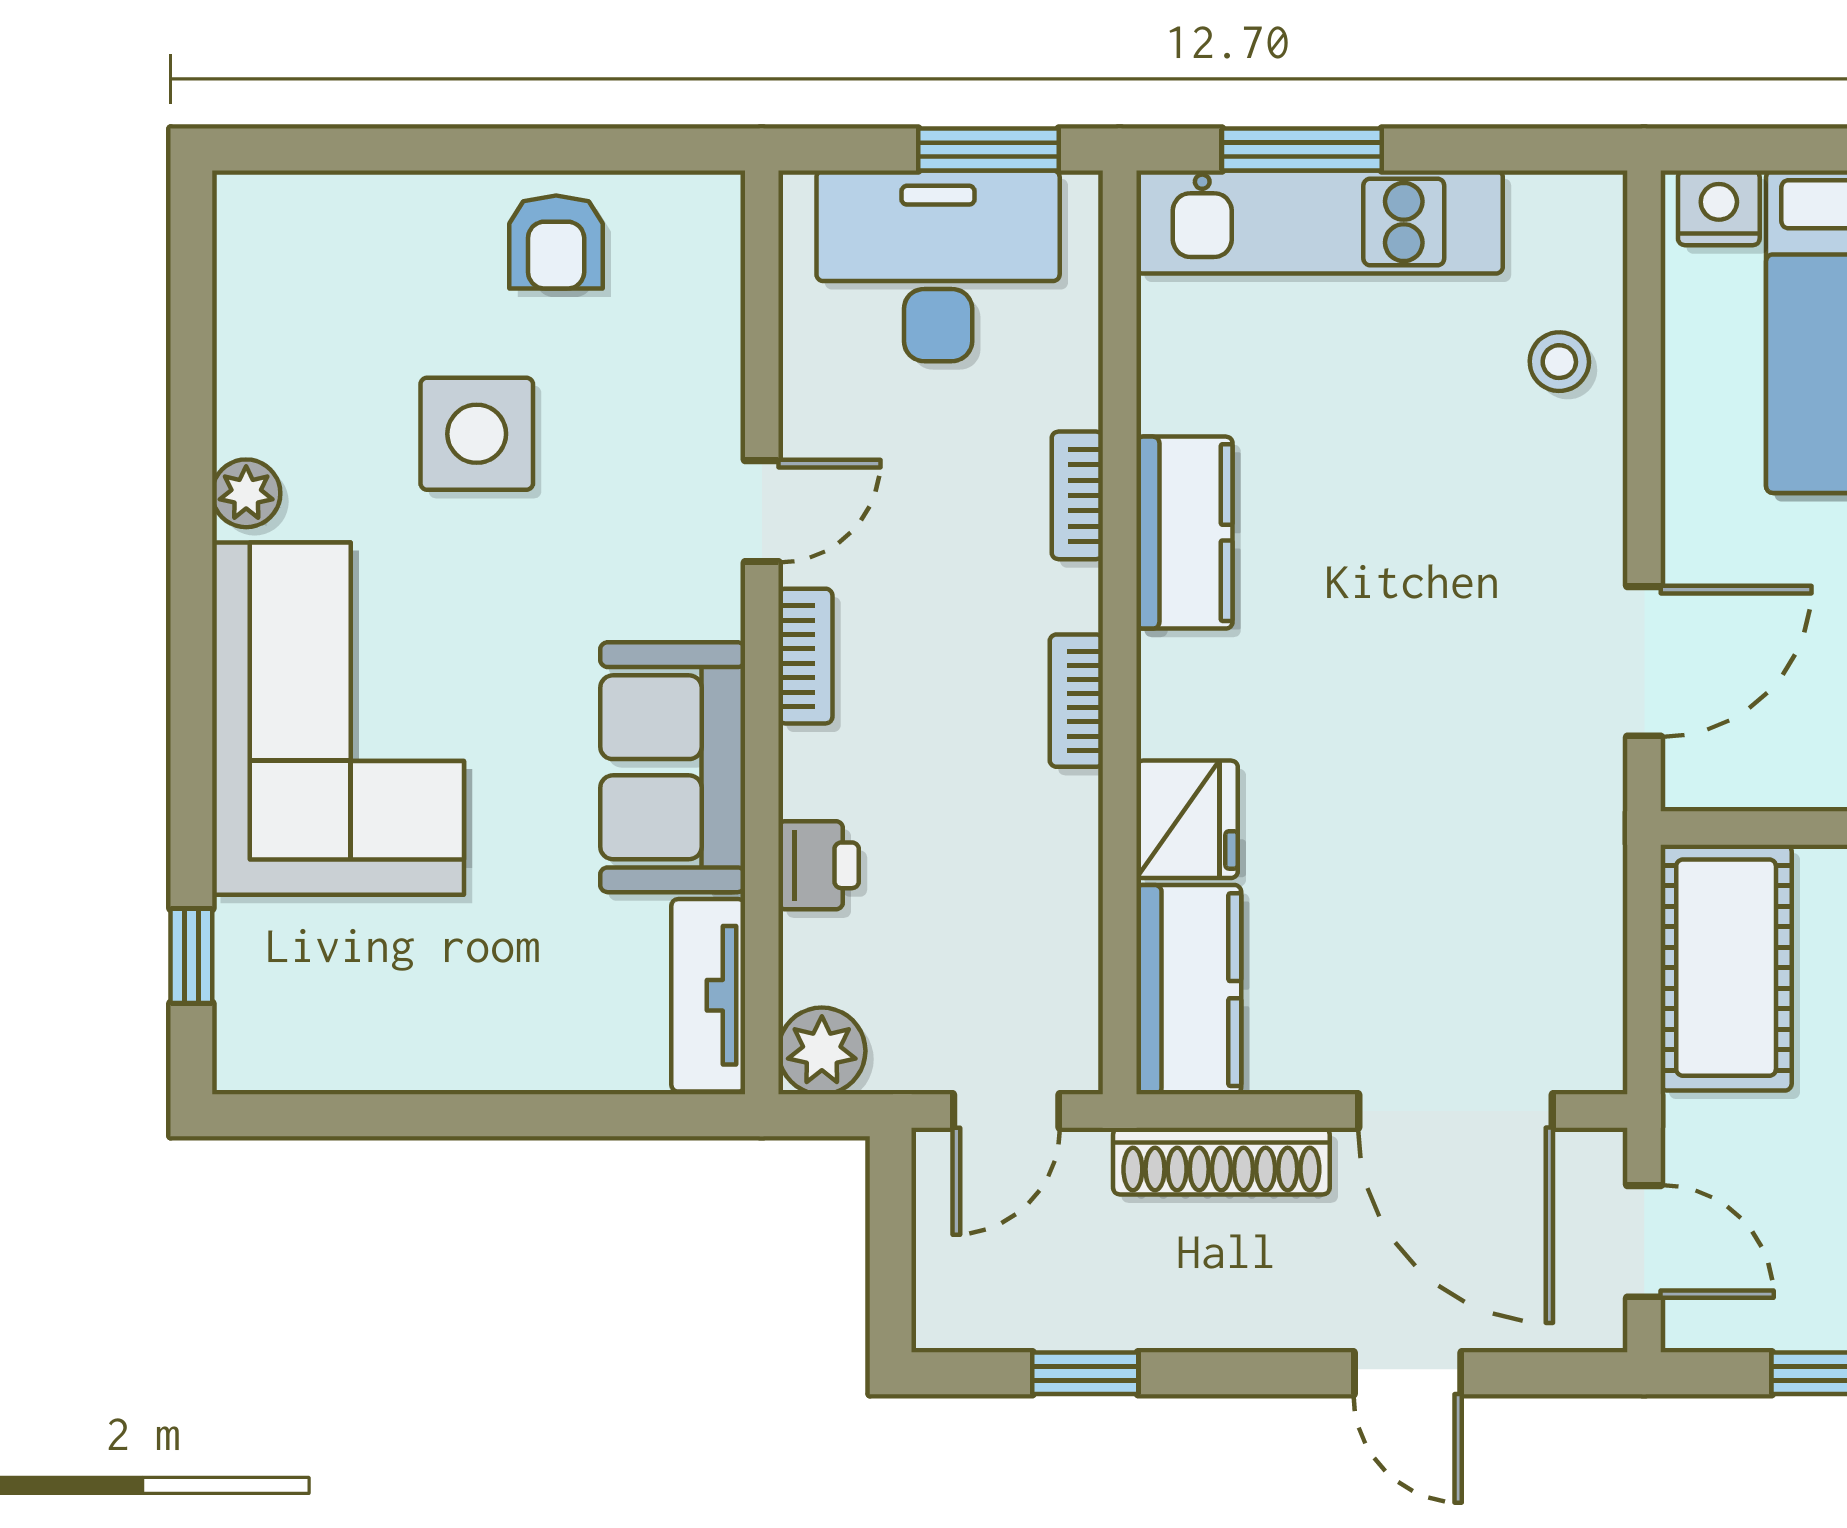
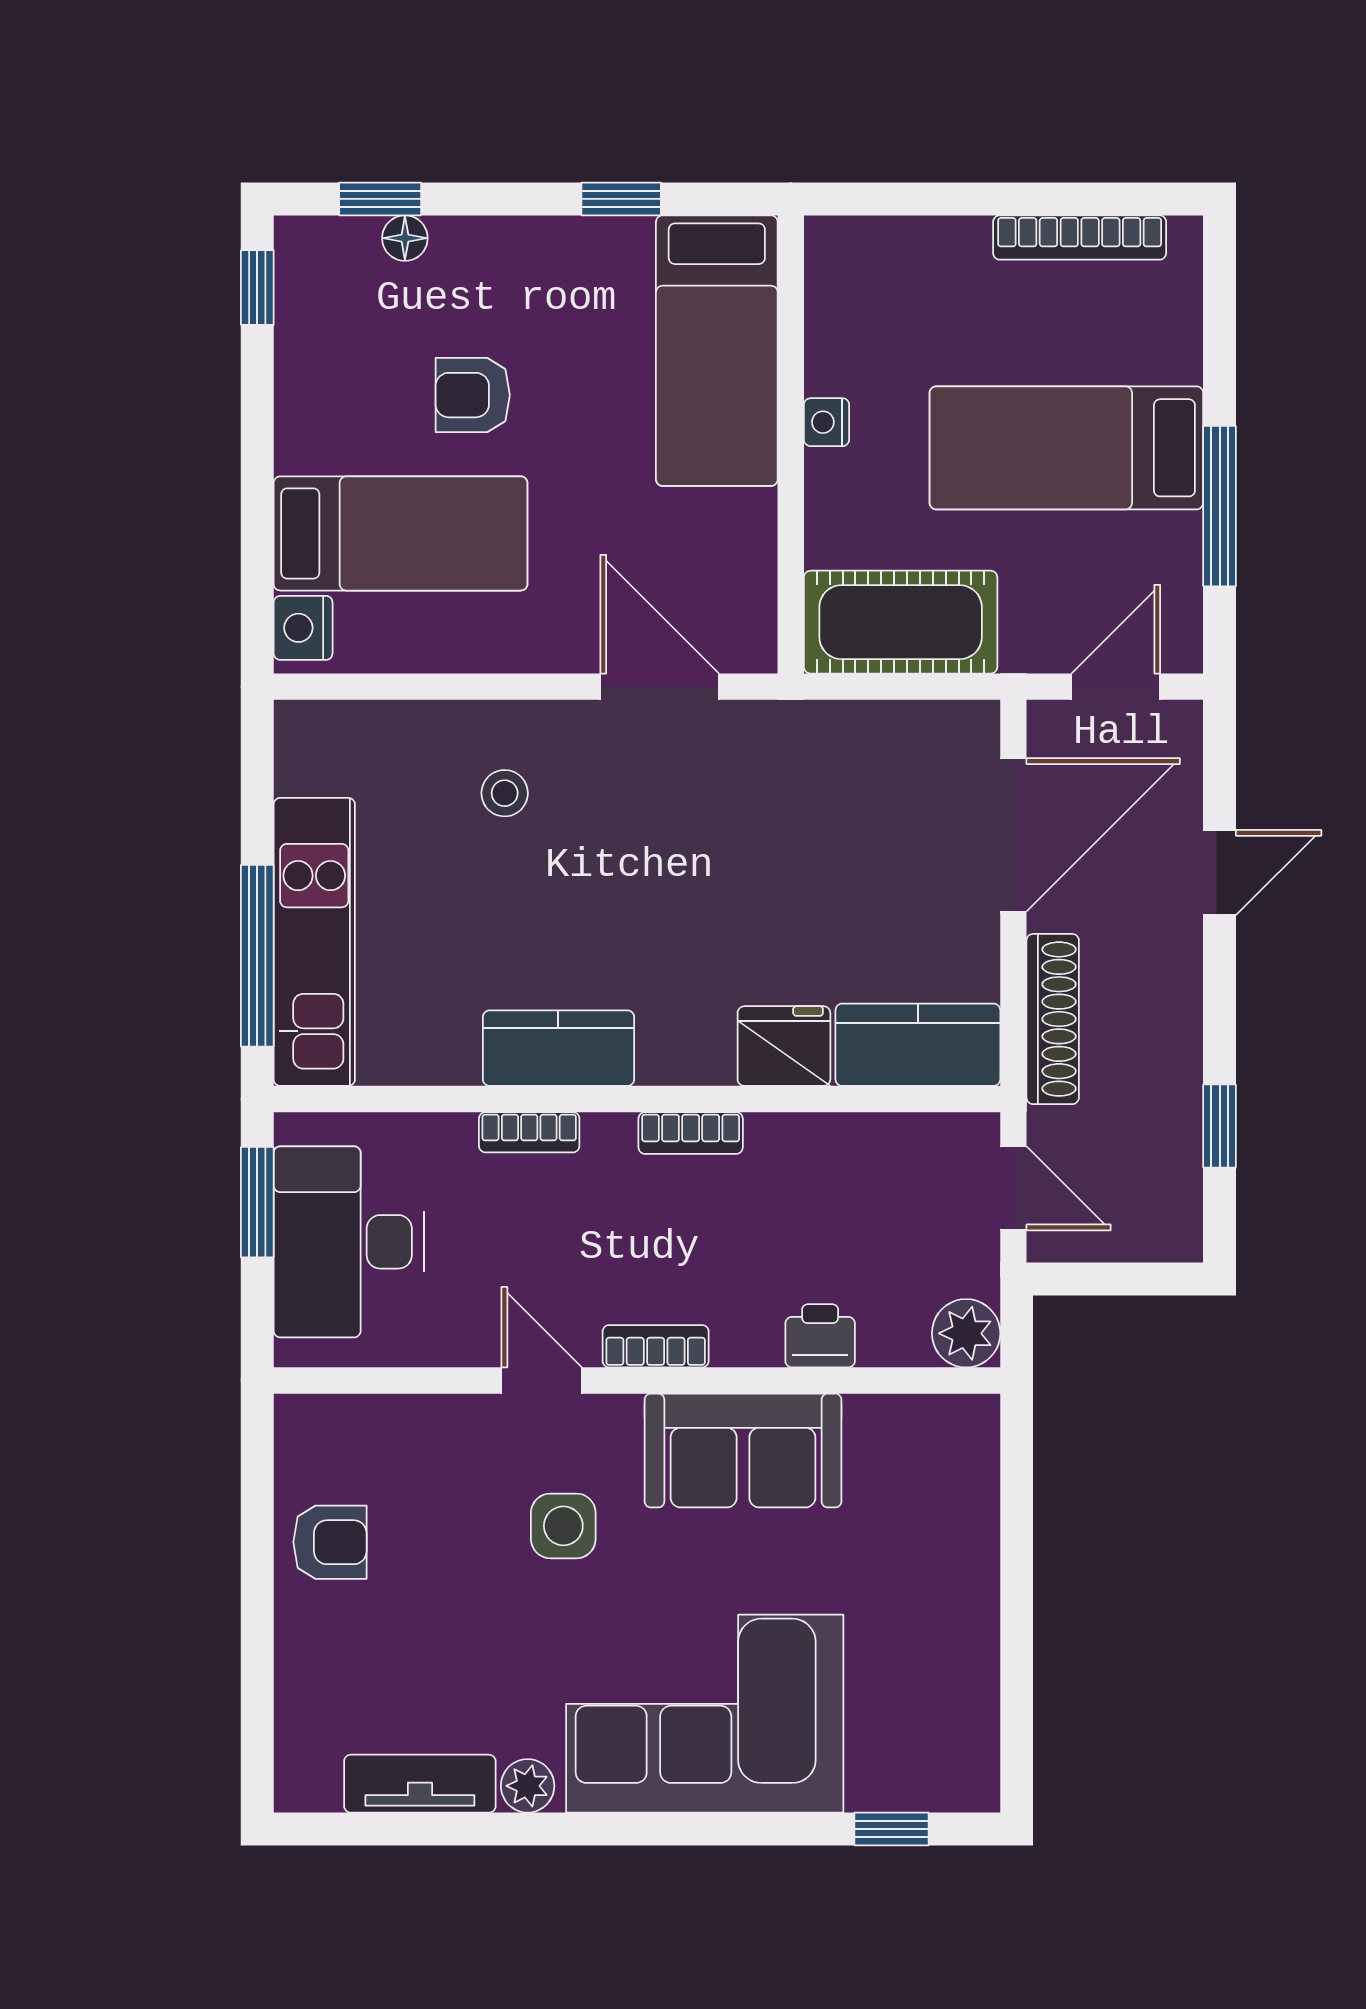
window: (1302, 150) -> (257, 956), width x1.44
stool: (1559, 362) -> (505, 793), moved
side table: (477, 434) -> (563, 1526), moved, width x0.73, depth x0.73
tv unit: (708, 995) -> (420, 1784), moved, turned 180

